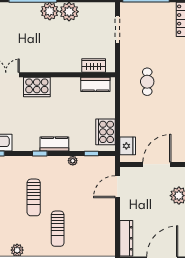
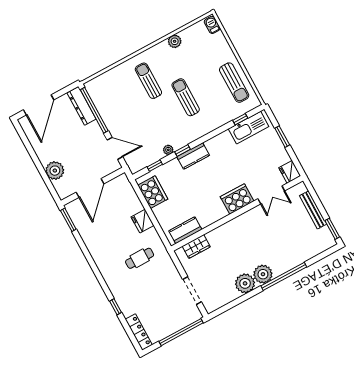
cafe table: (147, 82) -> (140, 258), turned 90
fridge: (128, 146) -> (142, 221), moved
window: (40, 154) -> (182, 151), moved
door: (117, 187) -> (115, 148), hinge flipped
window: (117, 229) -> (94, 110), added

